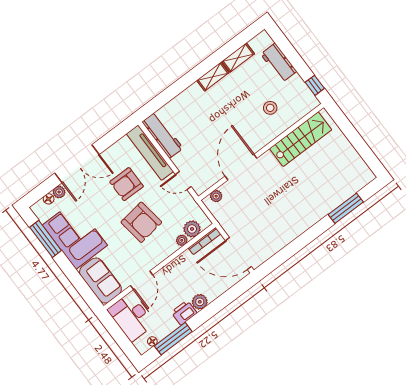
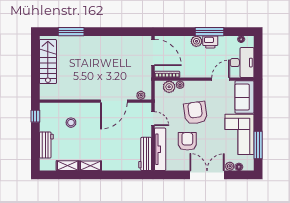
stairs: (301, 139) -> (48, 62), moved, turned 90
armchair: (127, 184) -> (187, 141), turned -90
window: (173, 339) -> (210, 32), moved

